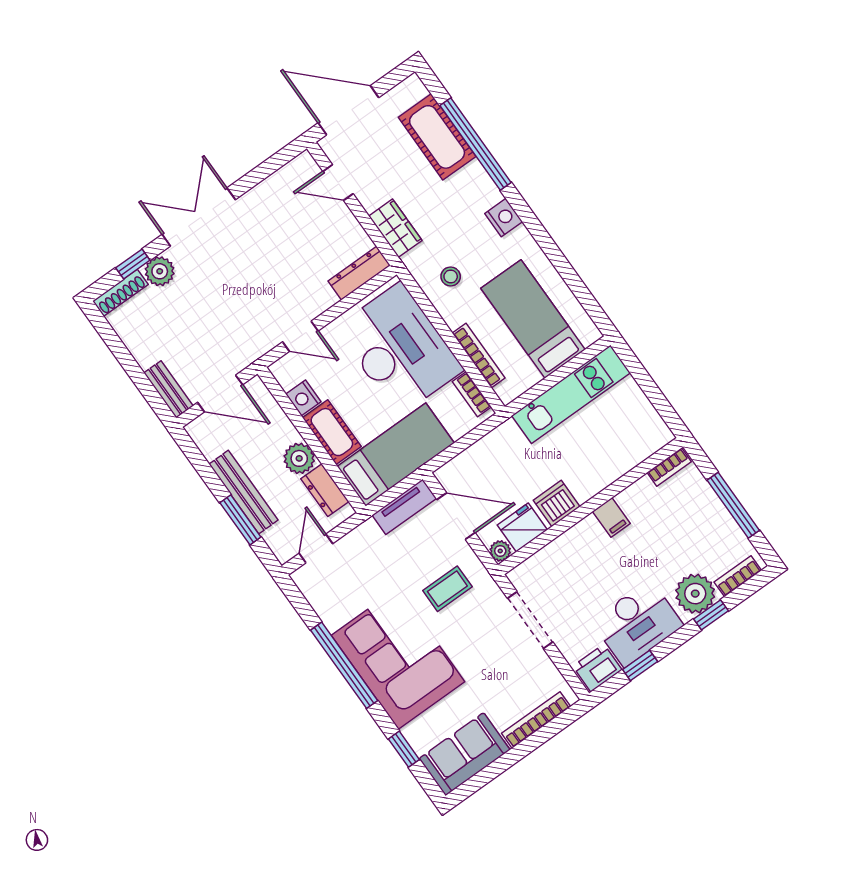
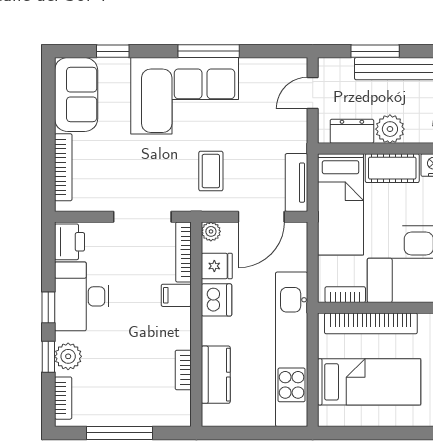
bookcase: (479, 356) -> (371, 323), width x1.48, depth x1.31
kitchen unit: (571, 394) -> (292, 349), width x1.36
kitchen counter: (622, 458) -> (216, 375), added
bookcase: (669, 467) -> (183, 370), moved
filing cabinet: (611, 517) -> (176, 295), moved
fridge: (522, 527) -> (217, 266), width x0.72
door: (316, 548) -> (313, 93), swing flipped
bookcase: (535, 562) -> (183, 252), added
plant: (695, 594) -> (68, 356), width x0.73, depth x0.73
window: (344, 665) -> (209, 51), width x0.68
window: (640, 666) -> (48, 307), moved

